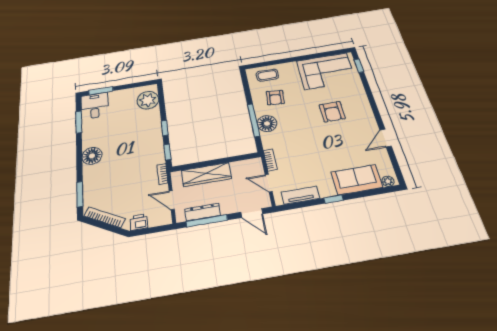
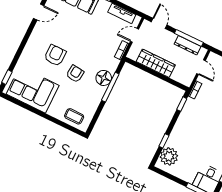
armchair: (275, 98) -> (75, 74), moved
window: (165, 128) -> (164, 141), moved
wardrobe: (206, 174) -> (156, 63), moved
door: (269, 183) -> (135, 35), swing flipped

